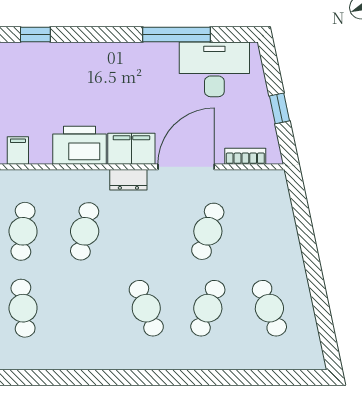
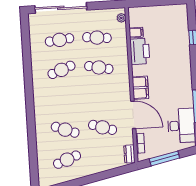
window: (280, 108) -> (164, 158), width x2.17
printer: (79, 145) -> (140, 51), moved
dresser: (128, 180) -> (129, 154), moved
cafe table: (146, 308) -> (61, 70), moved

